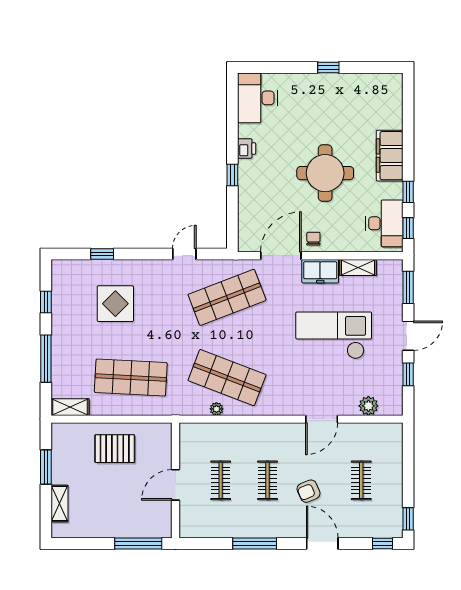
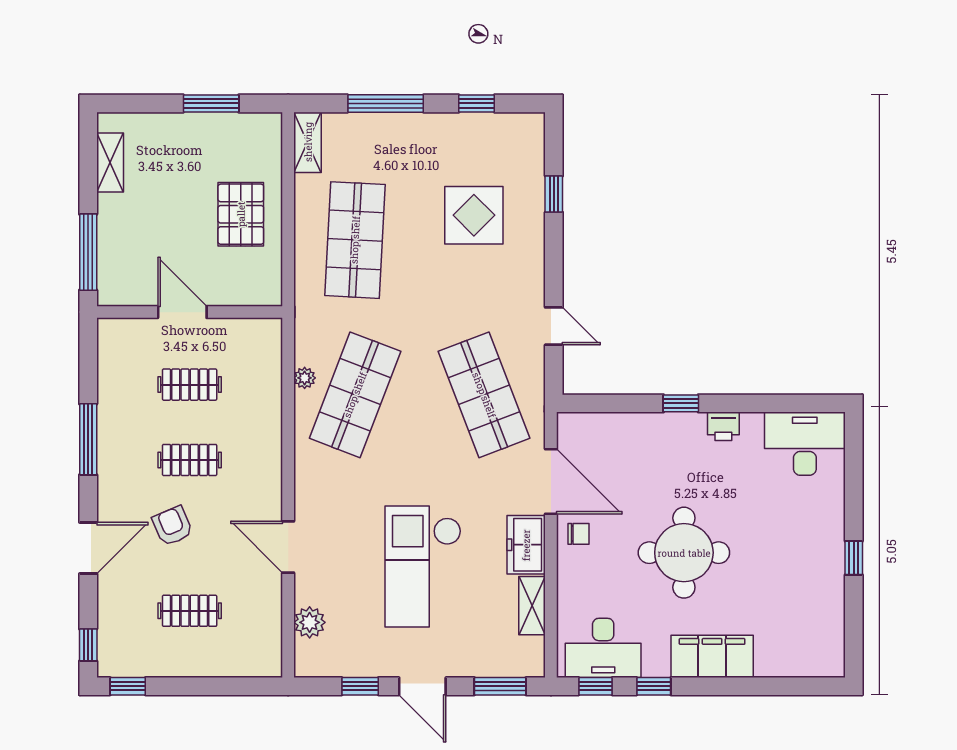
checkout: (334, 335) -> (423, 566), turned 180
shelving: (59, 504) -> (110, 163), moved, turned 90

